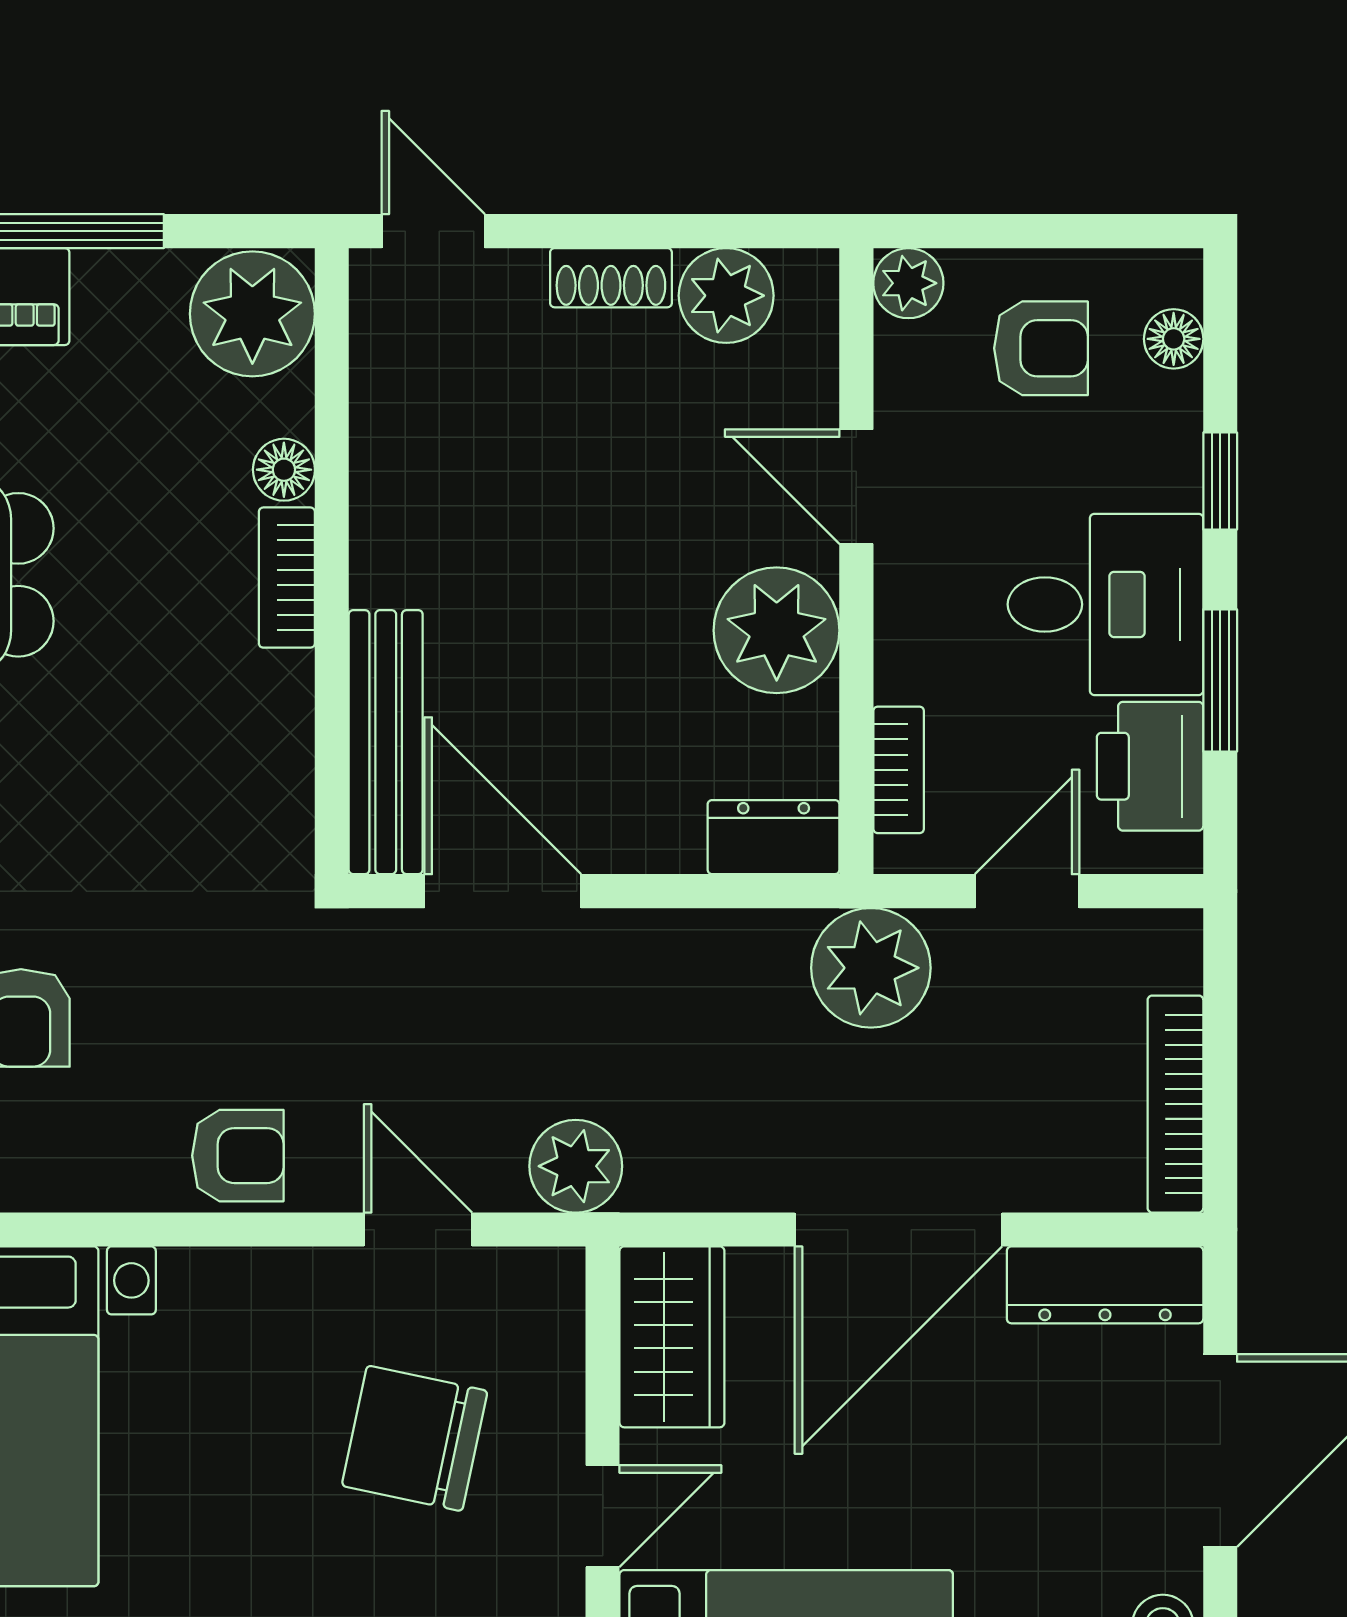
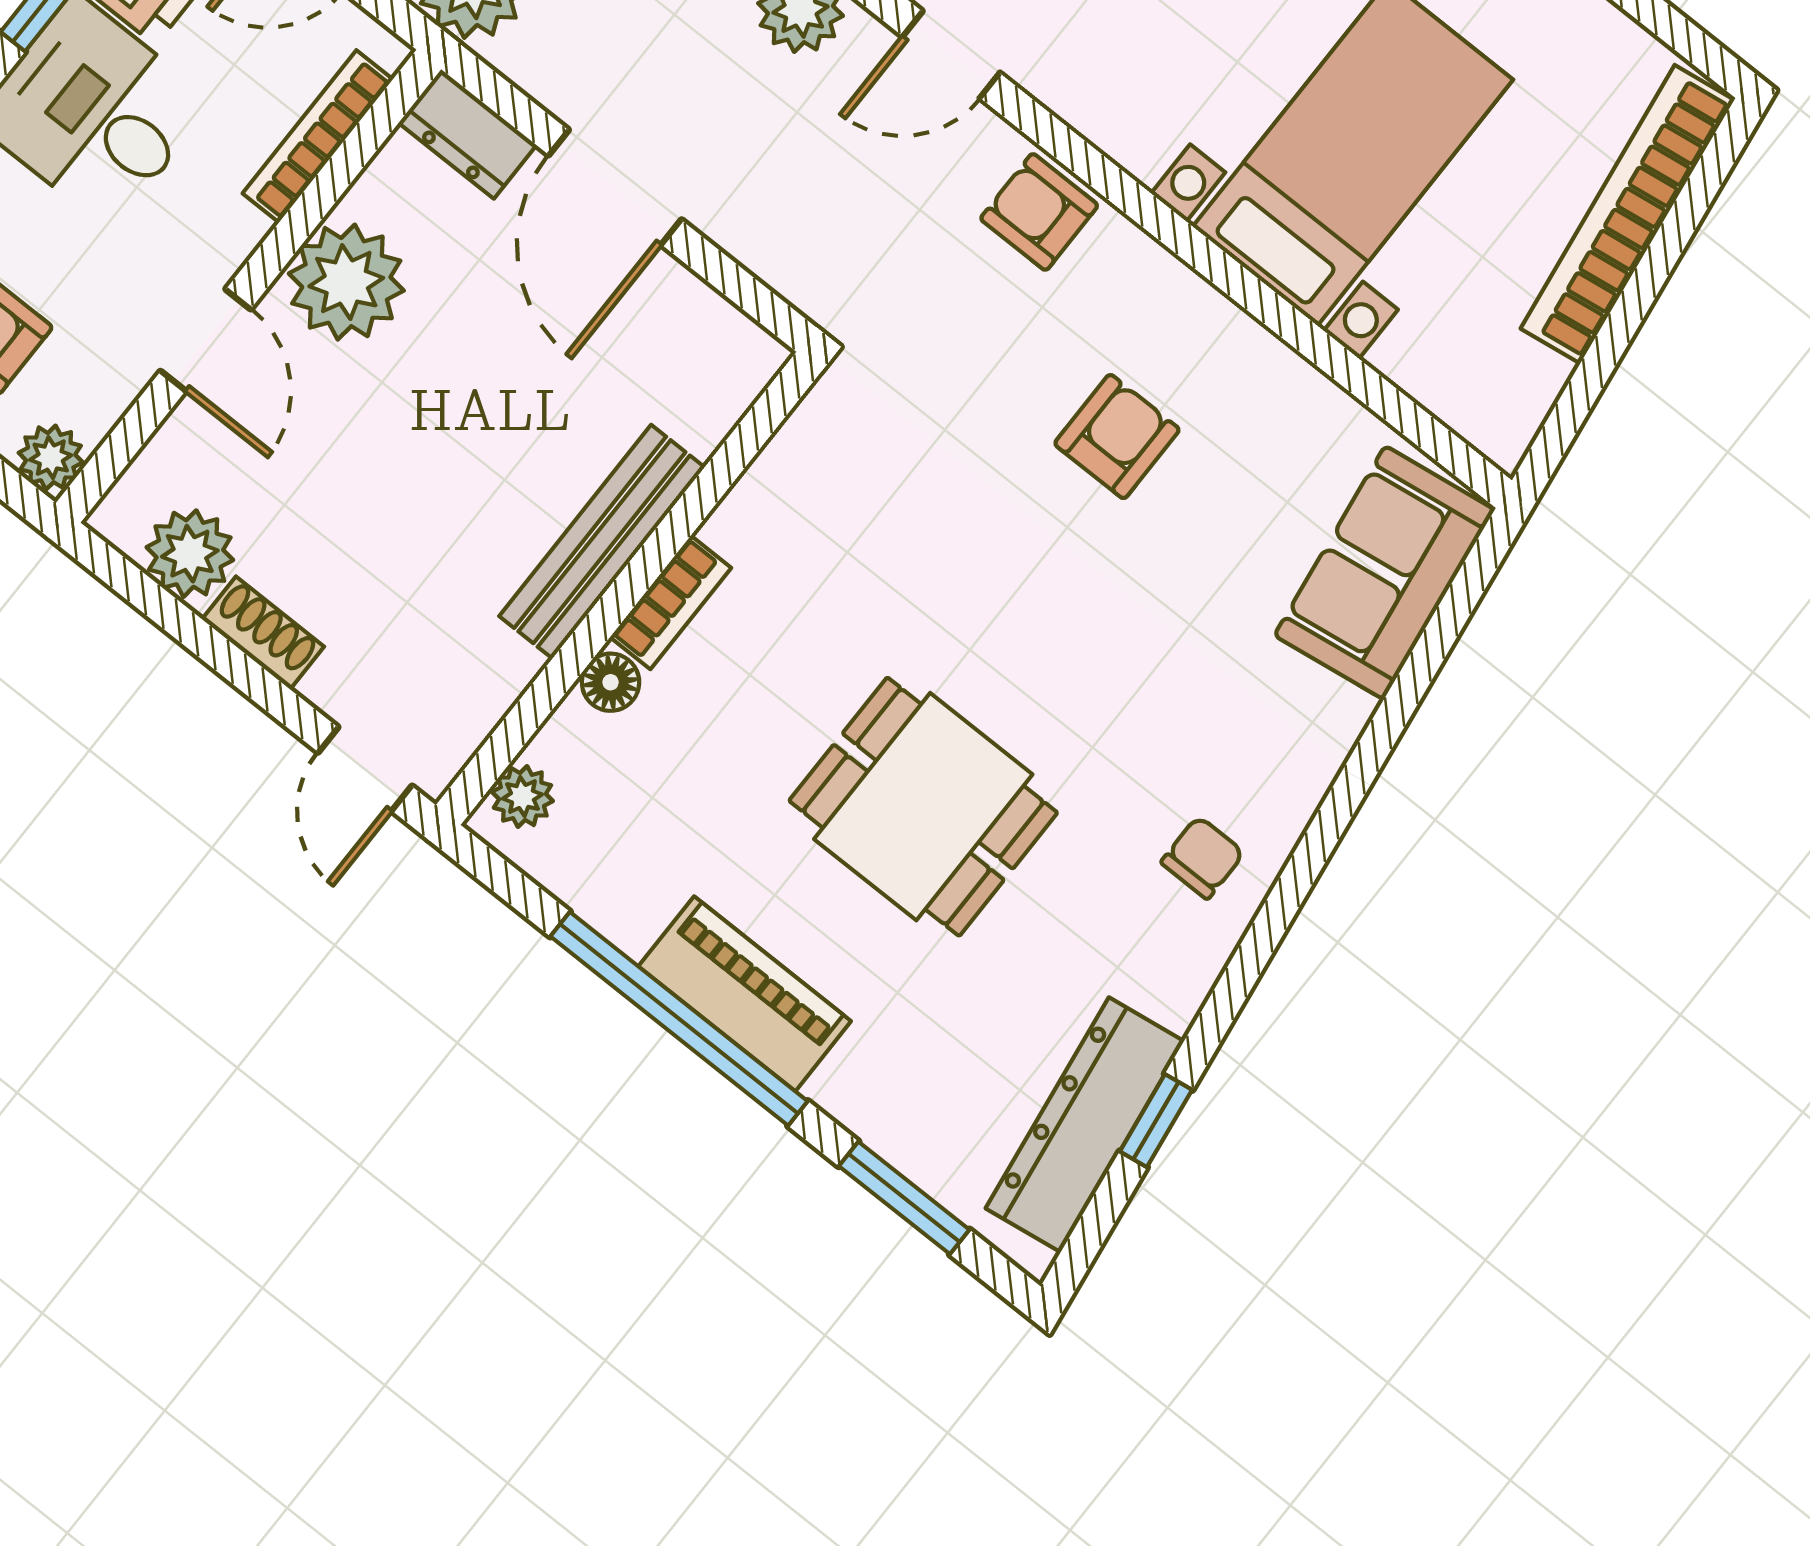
plant: (252, 314) -> (522, 797), width x0.53, depth x0.53
bench: (386, 742) -> (602, 542), moved
bookcase: (899, 770) -> (318, 136), width x1.56
door: (503, 891) -> (615, 187), moved
door: (418, 1230) -> (951, 55), hinge flipped

